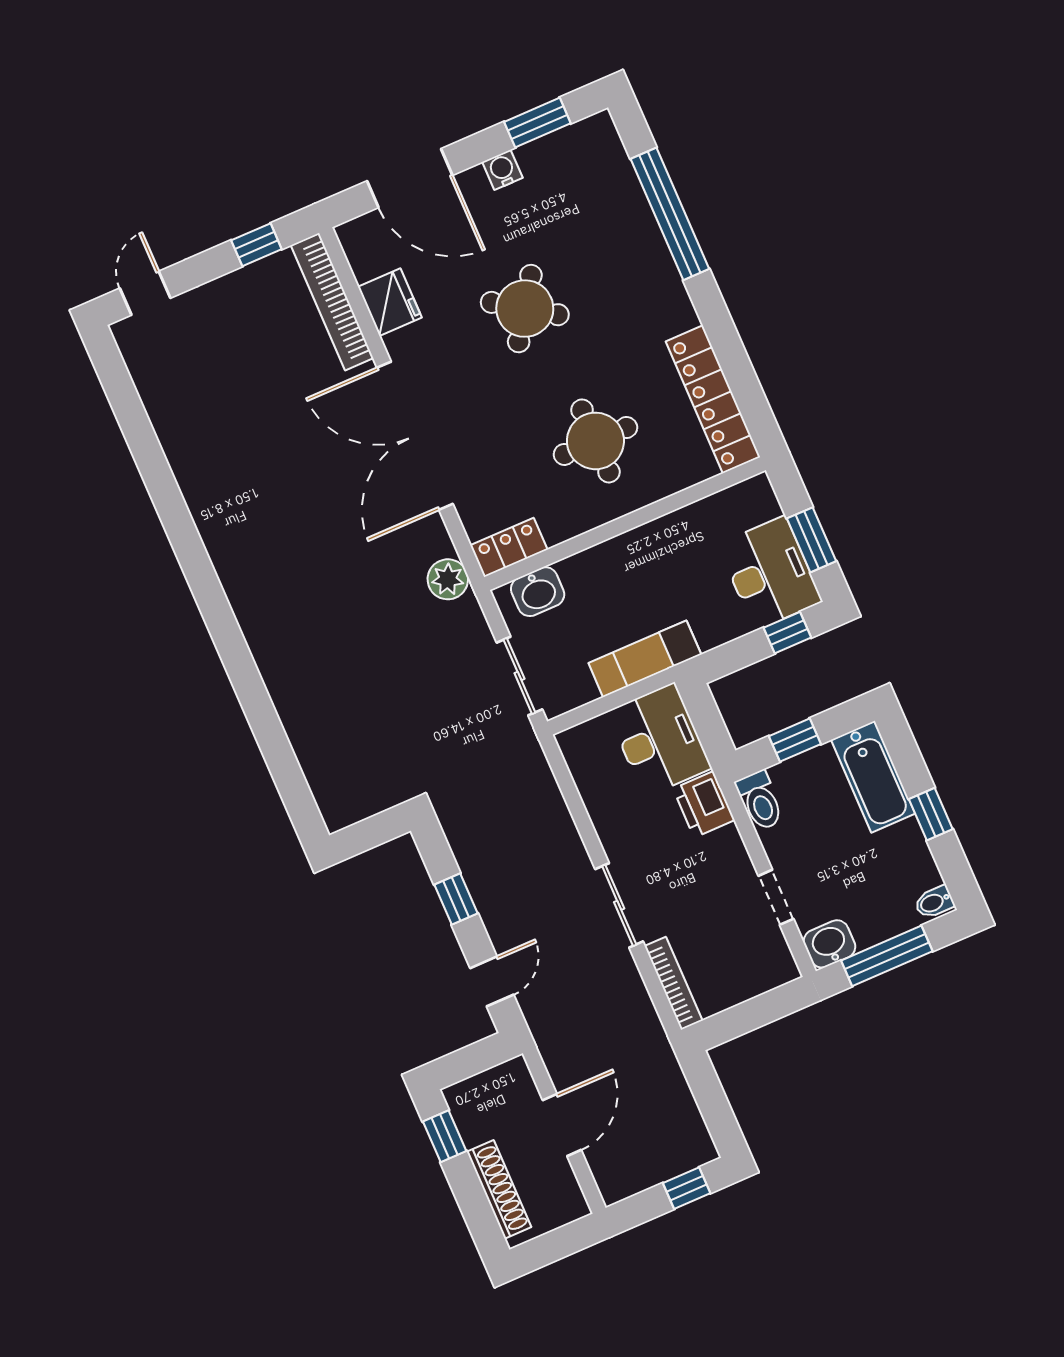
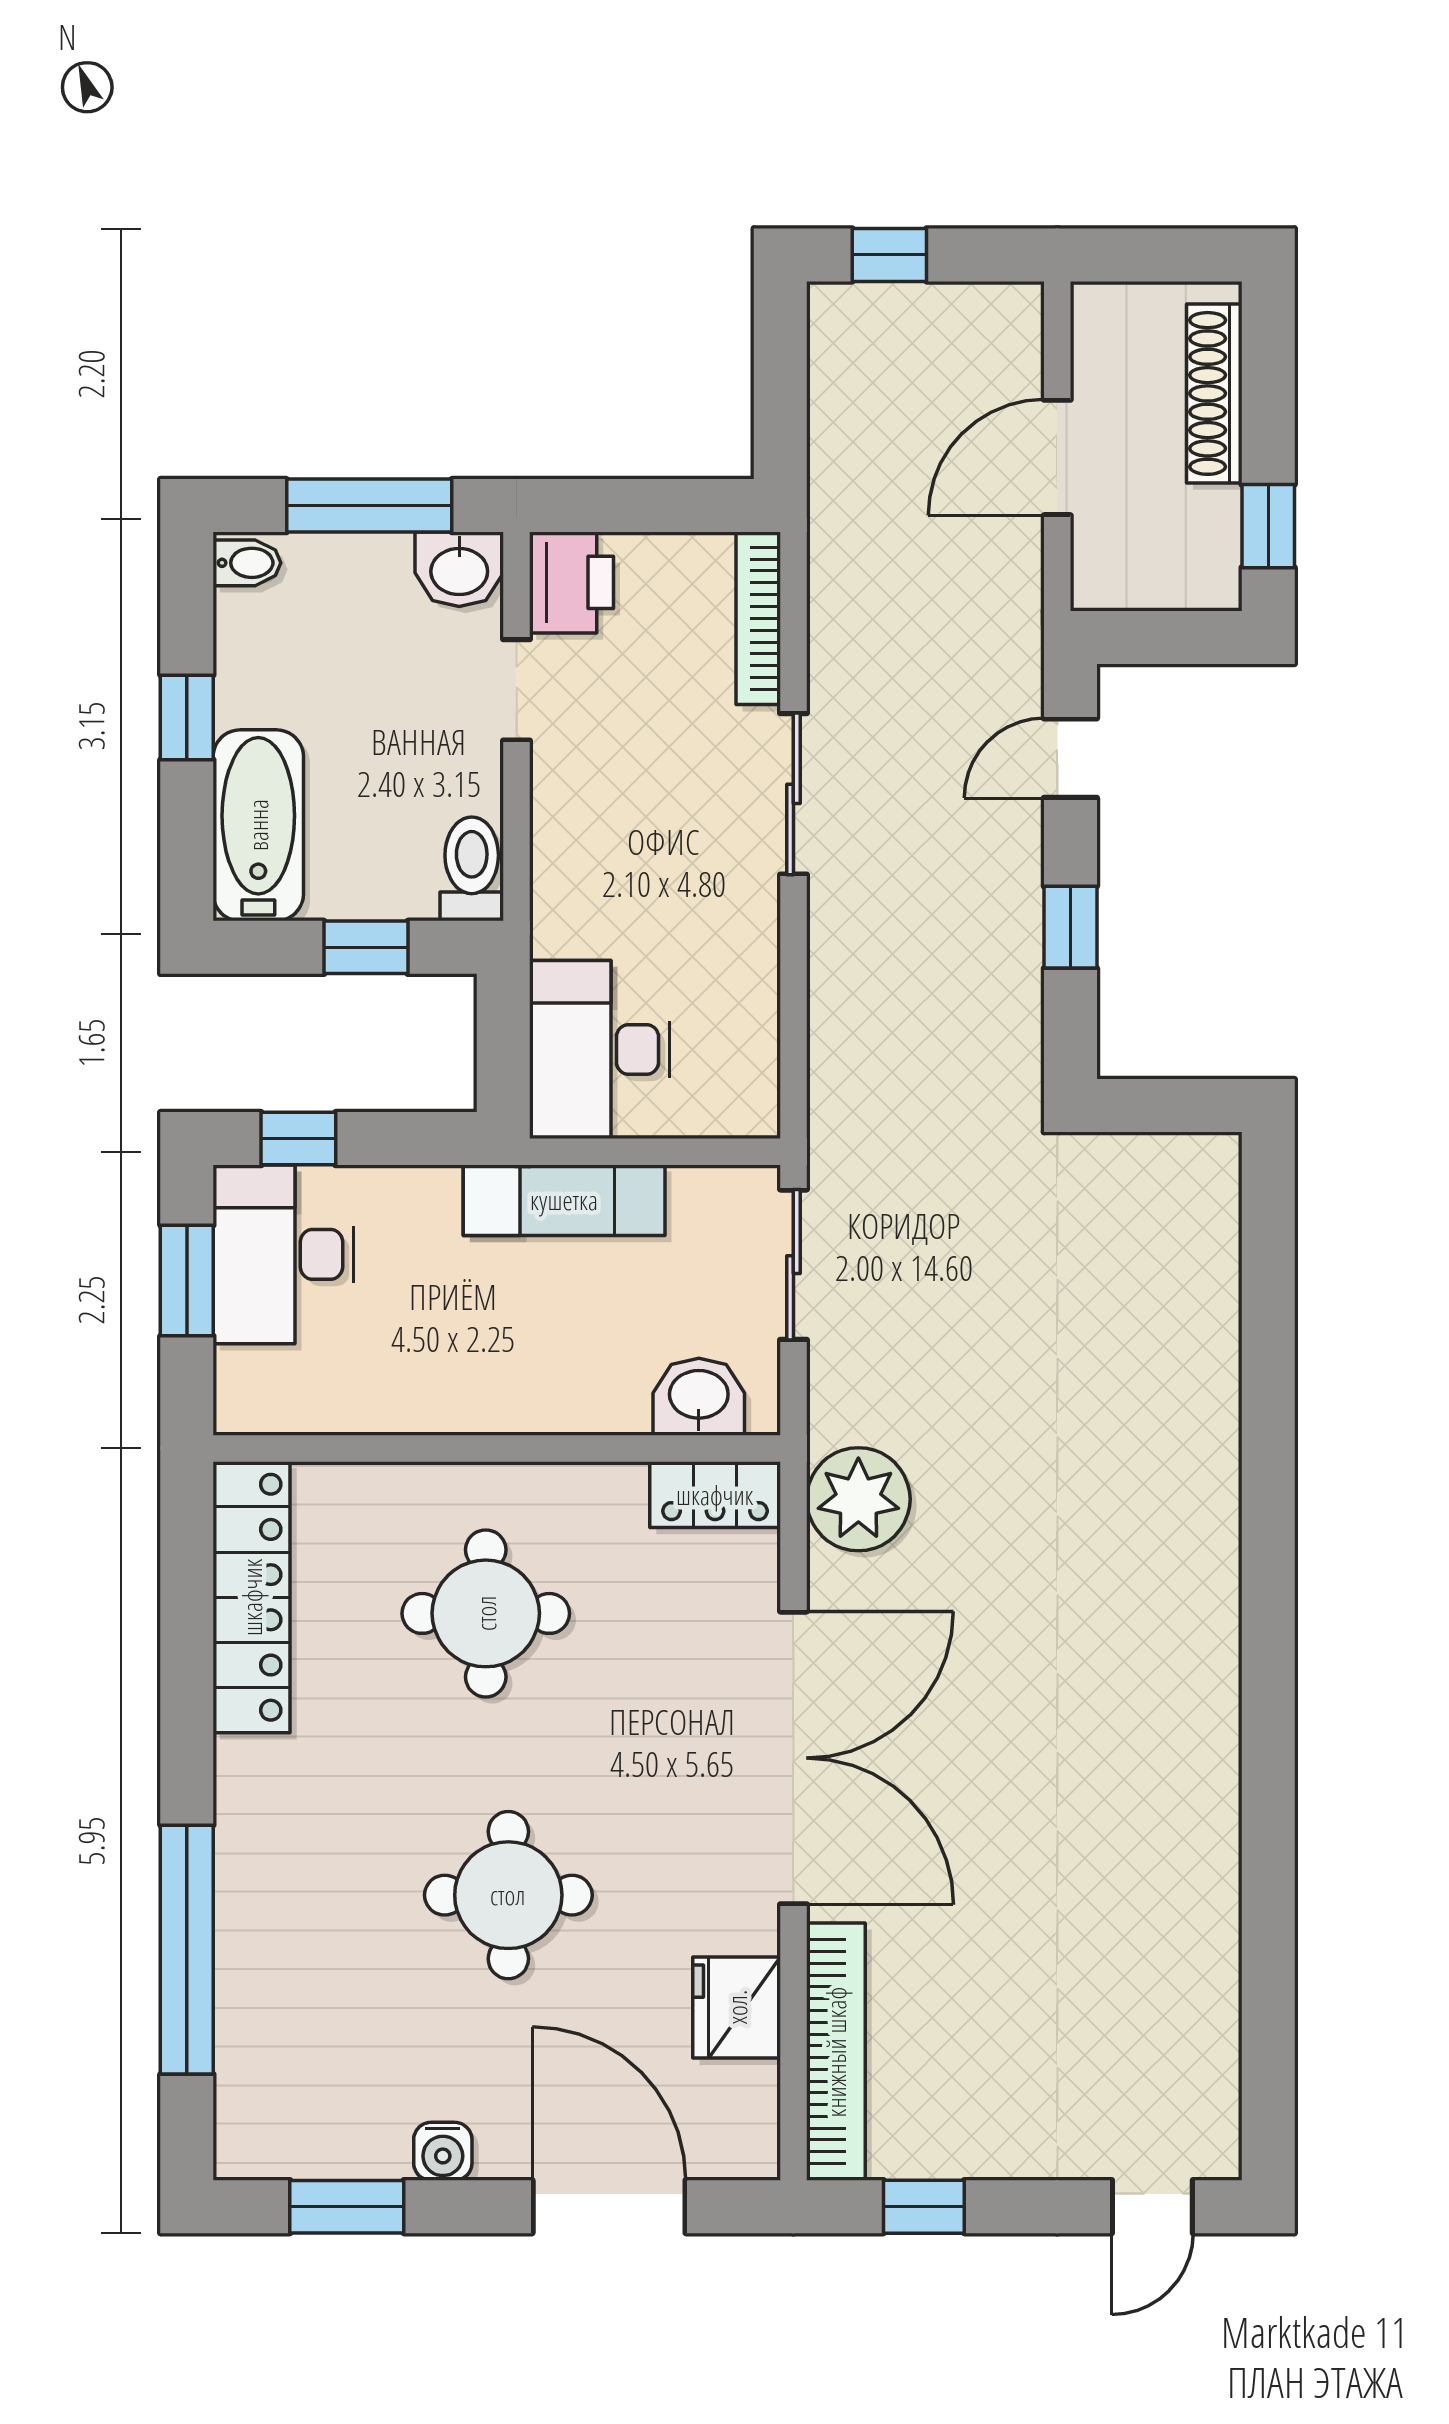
round table: (525, 309) -> (508, 1895), turned -34
plant: (448, 579) -> (858, 1499), width x1.36, depth x1.36
printer: (704, 804) -> (572, 582), moved

